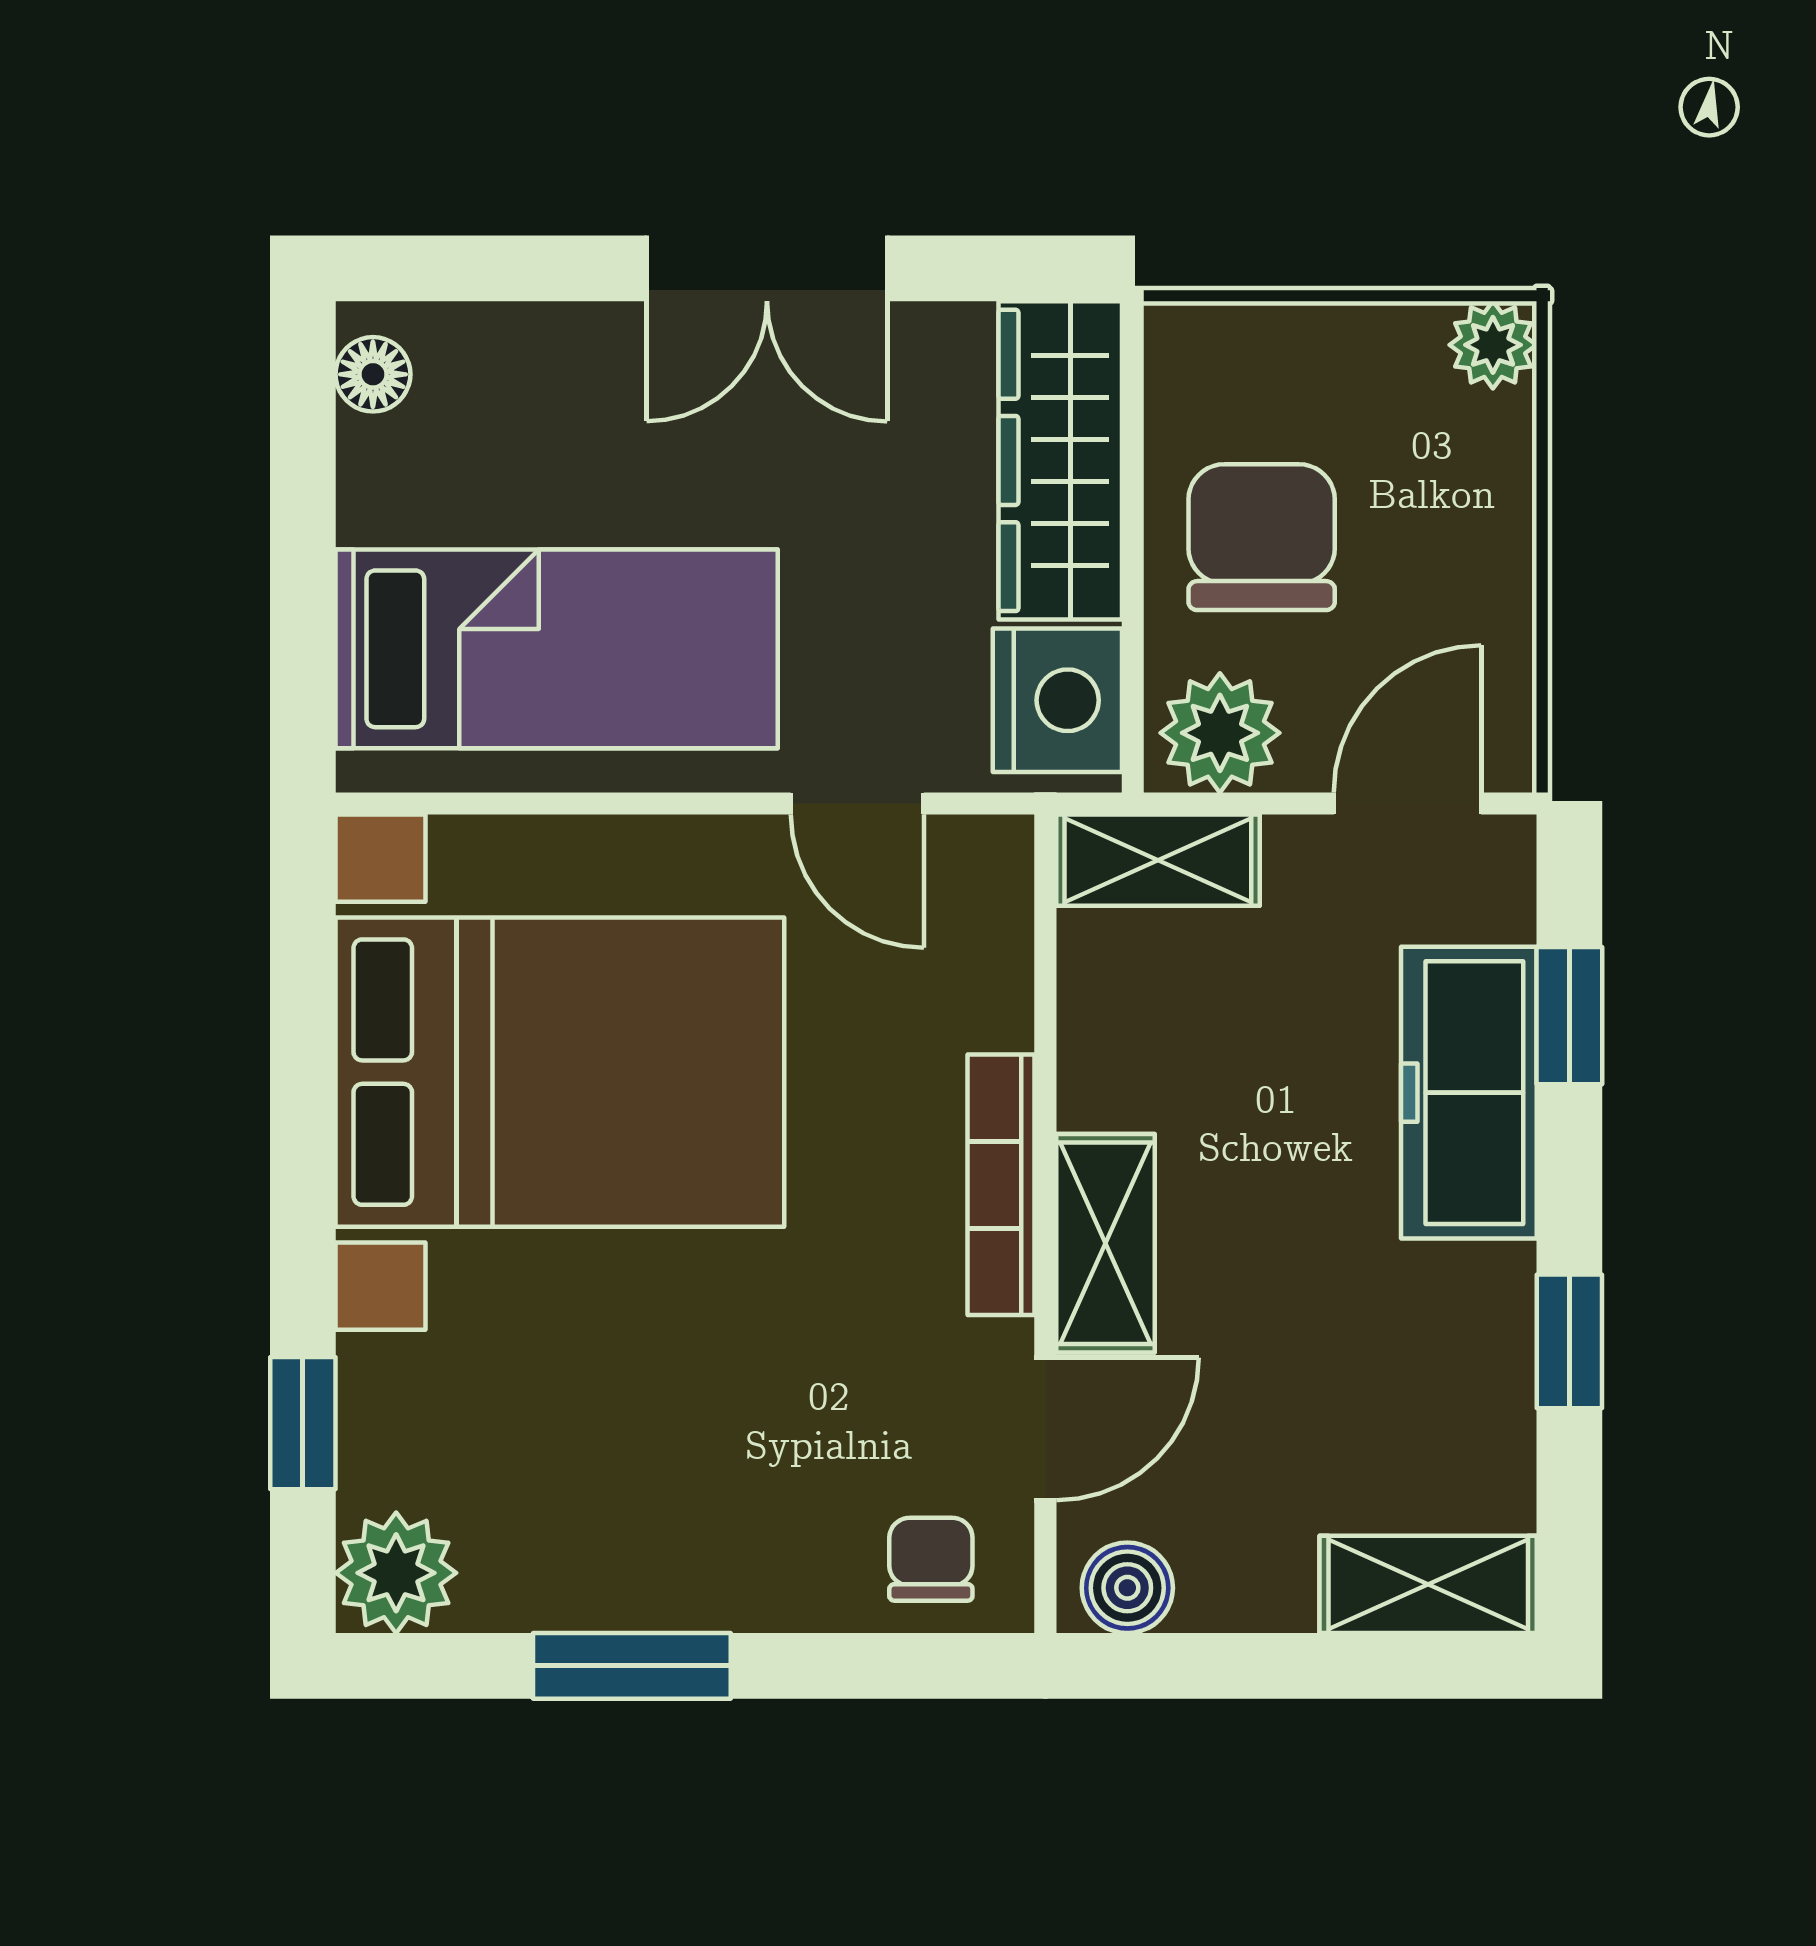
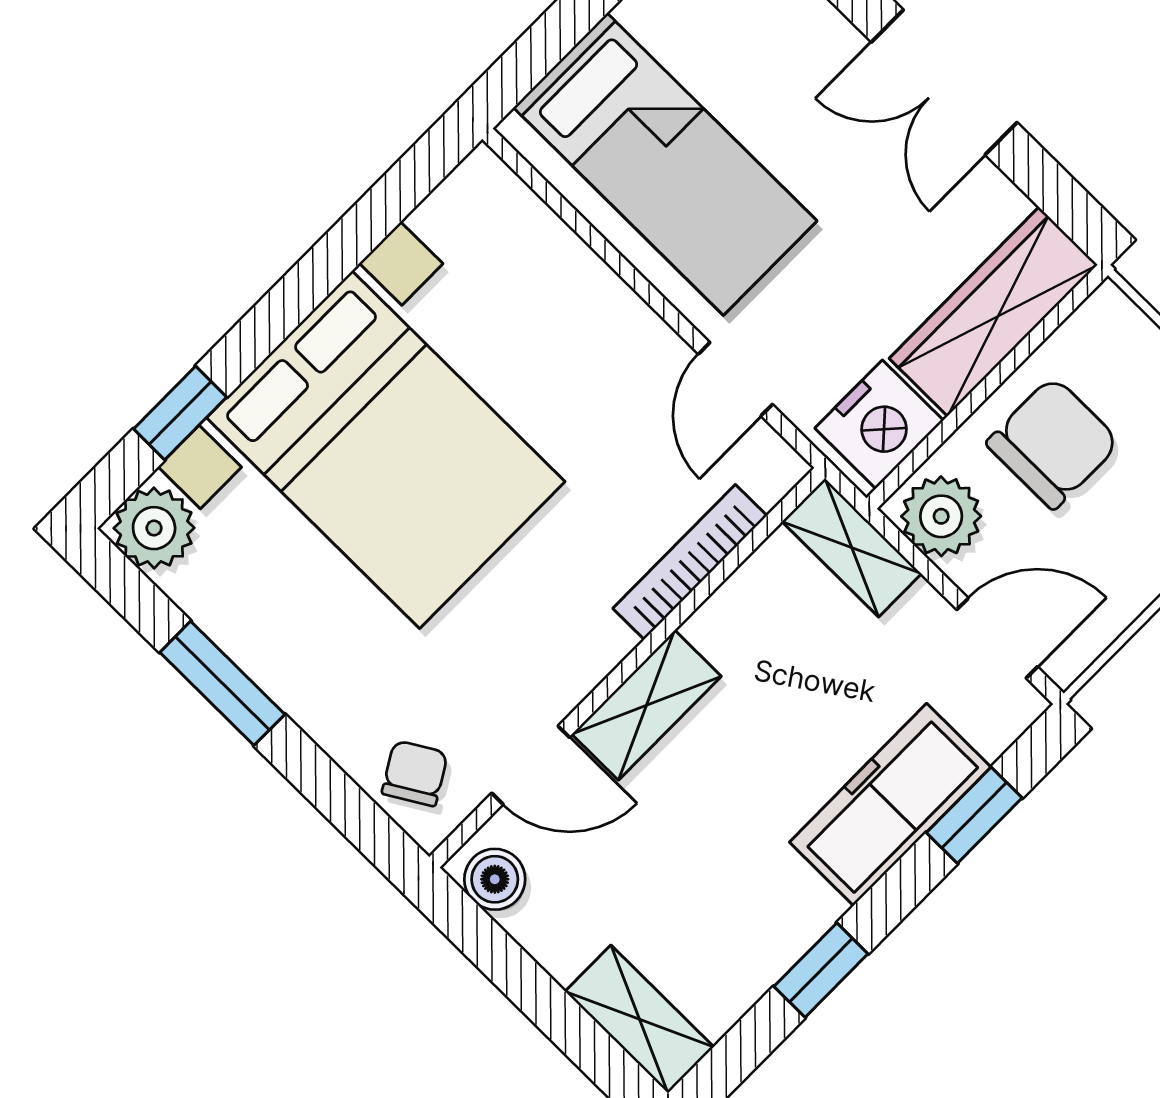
bed with nightstands: (560, 1072) -> (386, 450), moved
bookcase: (1001, 1185) -> (690, 562), moved
chair: (931, 1559) -> (415, 773), turned -31

